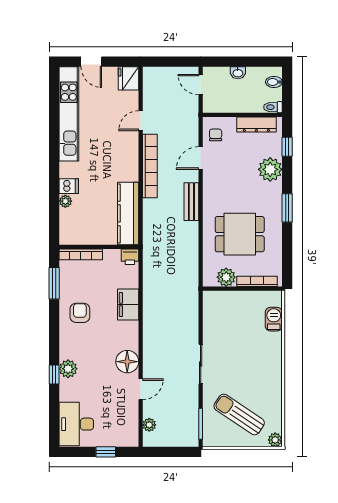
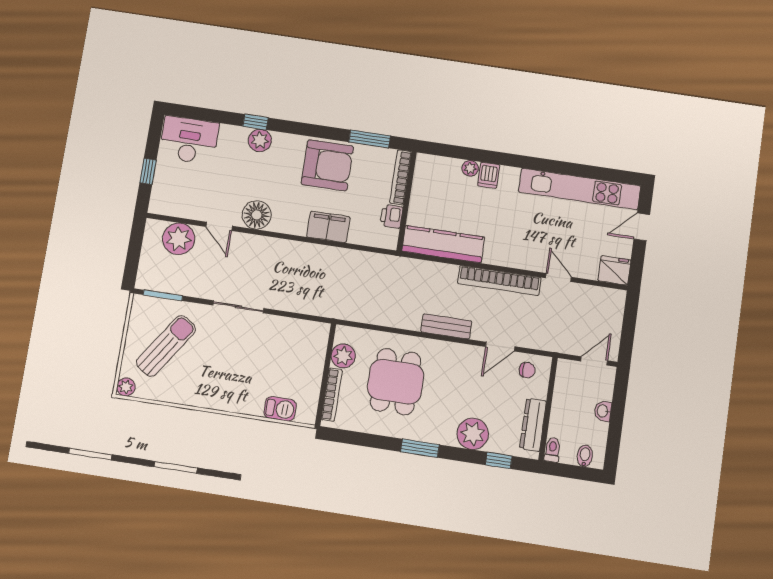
door: (201, 158) -> (500, 347), swing flipped
printer: (130, 257) -> (392, 216), moved
armchair: (80, 313) -> (327, 165), width x1.88, depth x1.88
plant: (149, 425) -> (179, 239), width x1.88, depth x1.88

